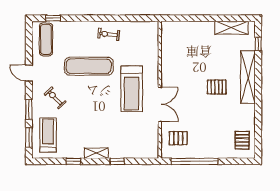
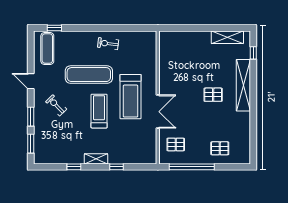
treadmill: (48, 135) -> (99, 111), moved
pallet: (242, 140) -> (220, 148), moved, turned 90

